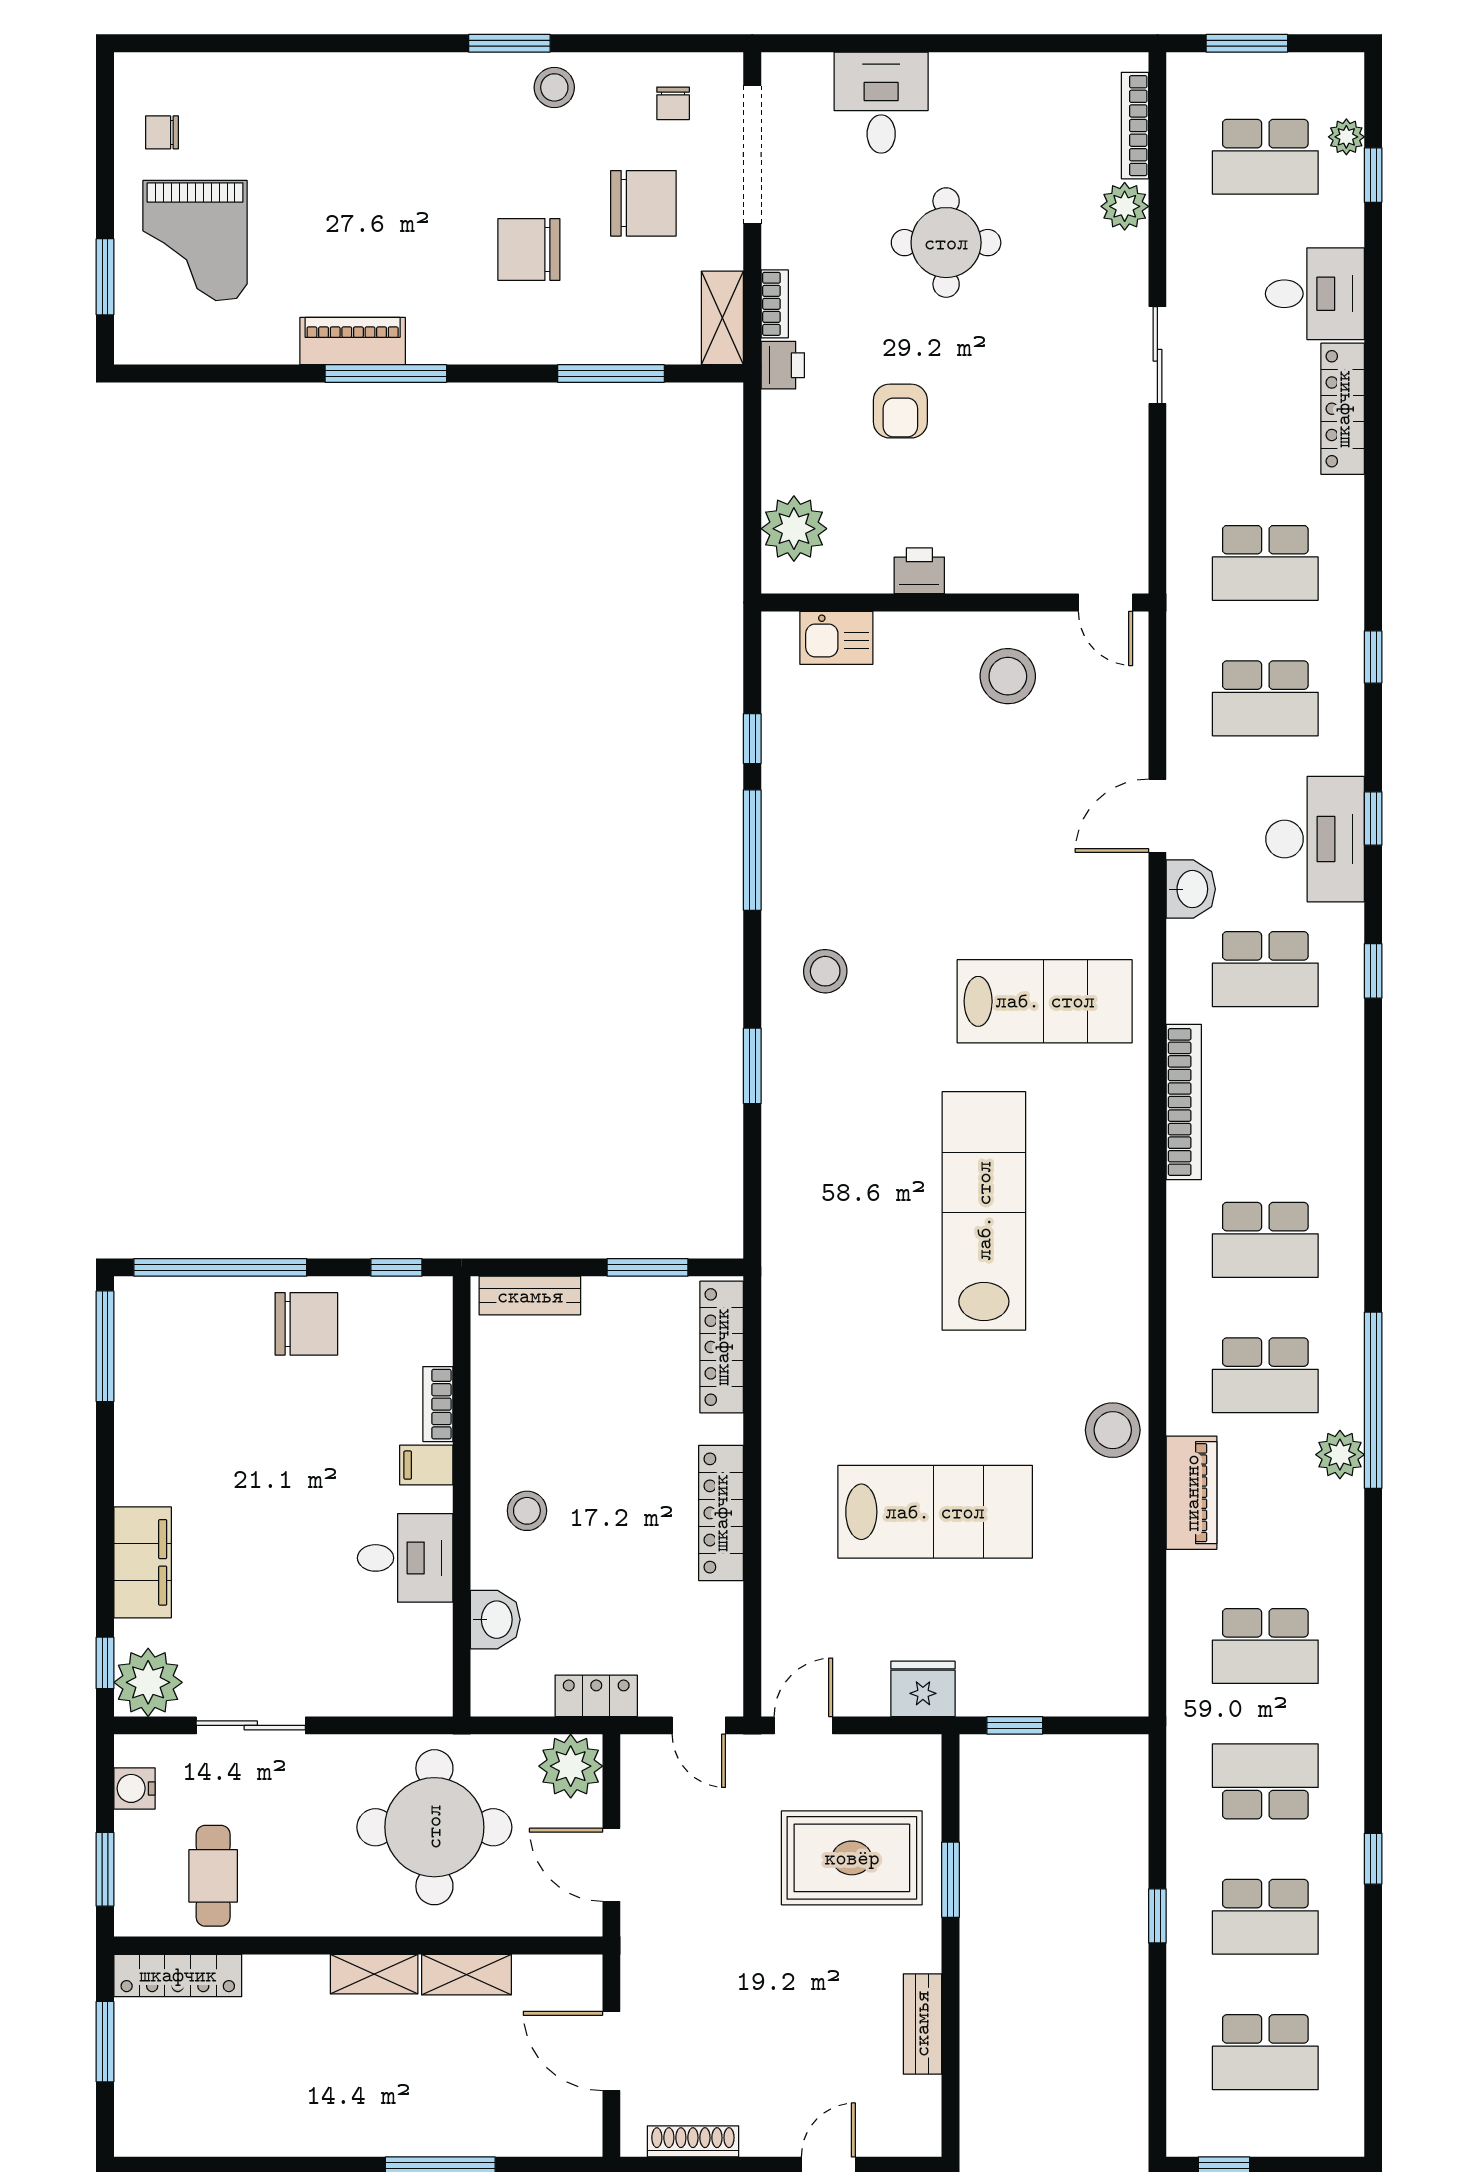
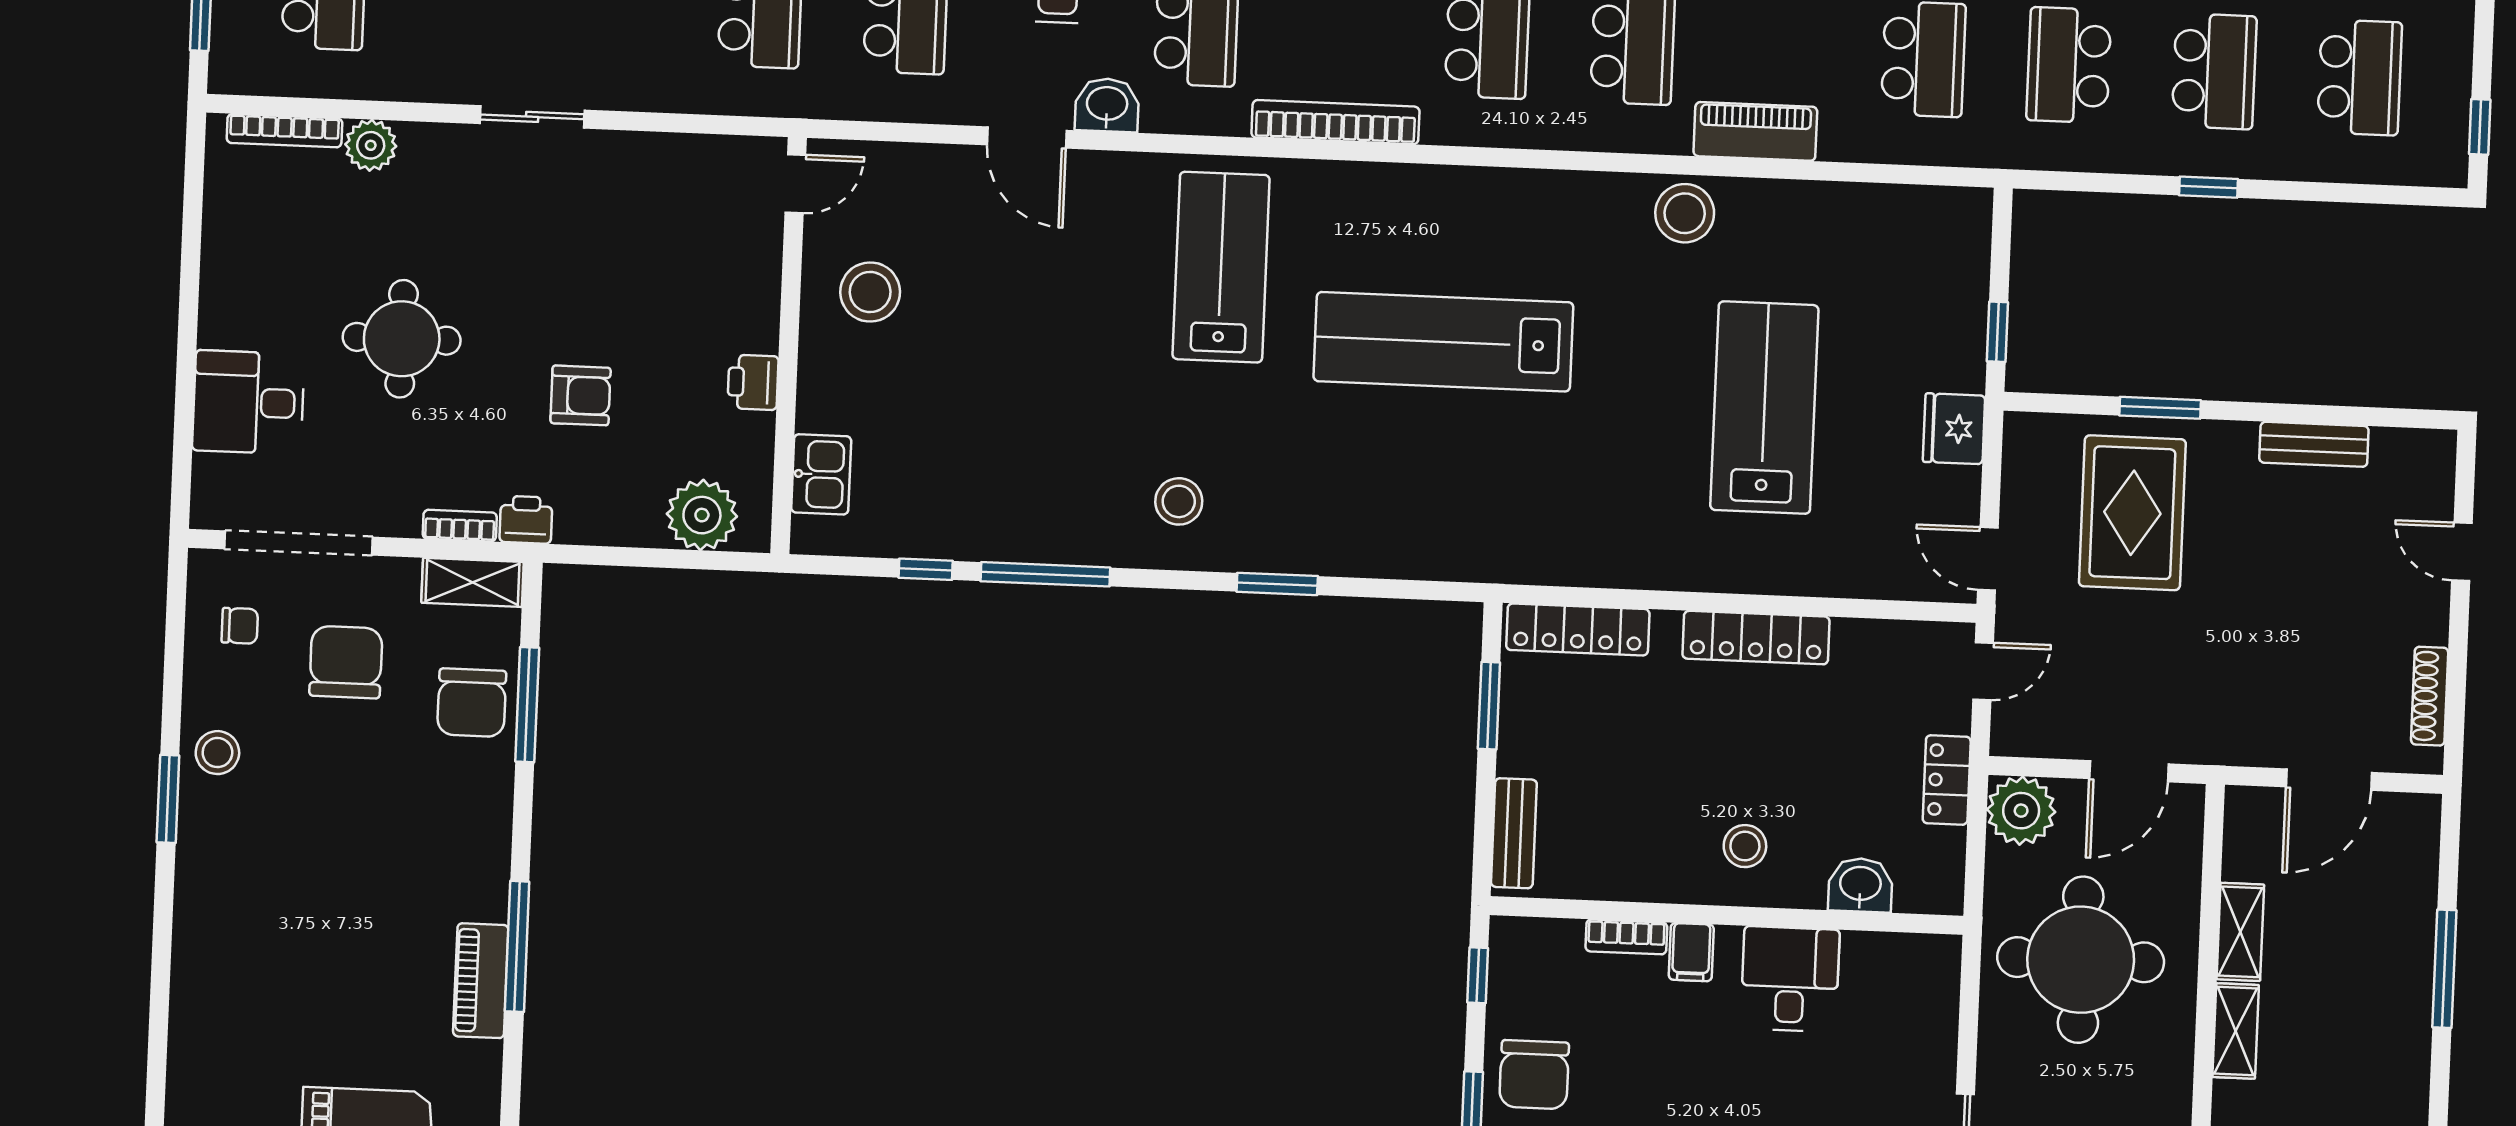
chair: (529, 250) -> (472, 703), moved
chair: (306, 1324) -> (1534, 1075), turned 180

